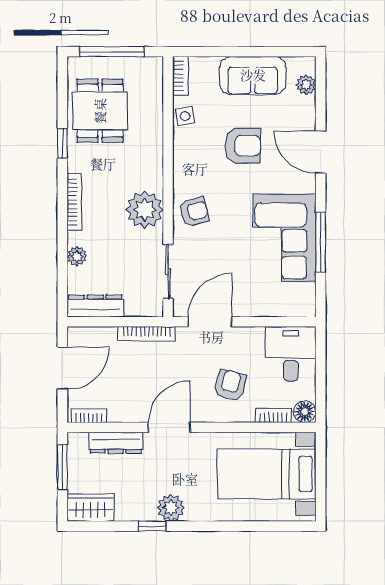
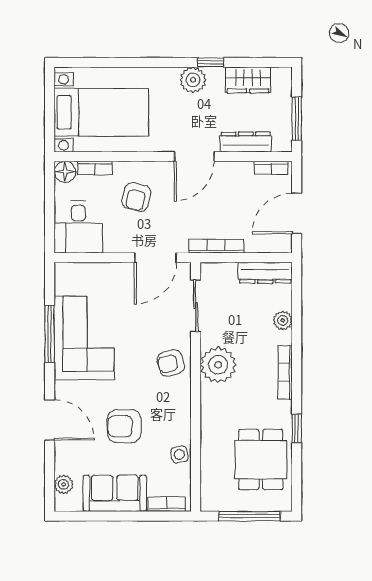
bookcase: (181, 76) -> (167, 504), moved, turned 90
wardrobe: (91, 508) -> (248, 80), moved

